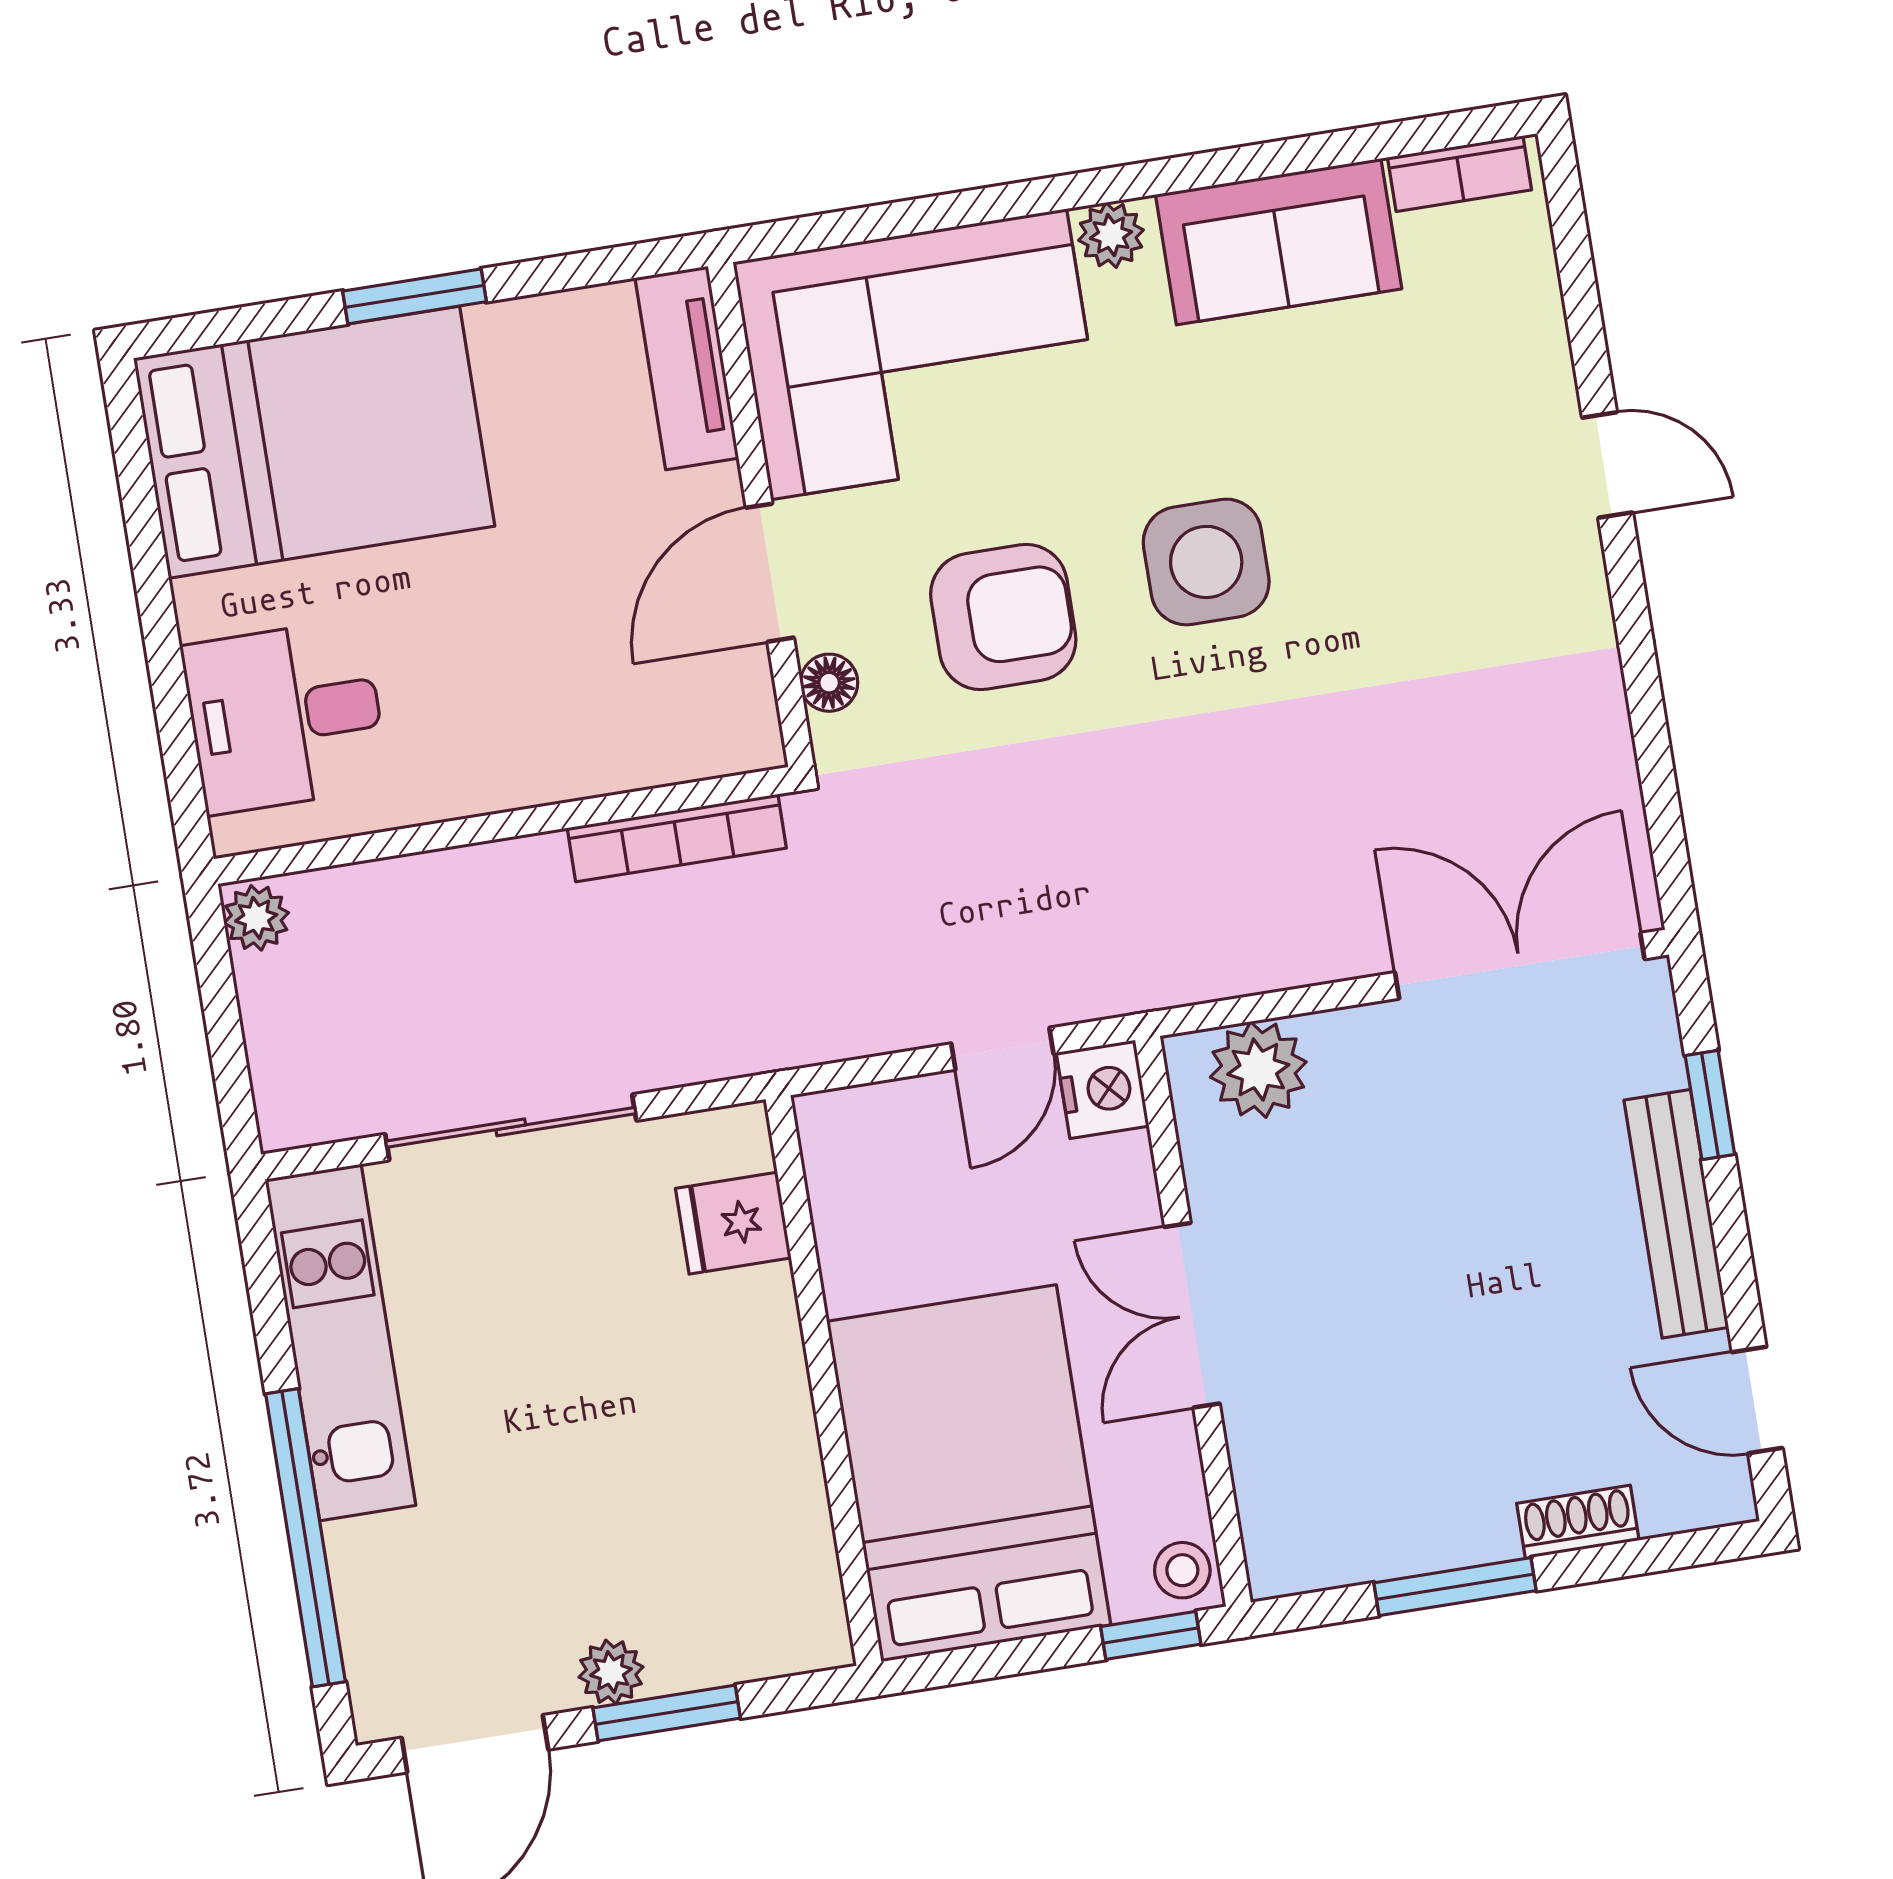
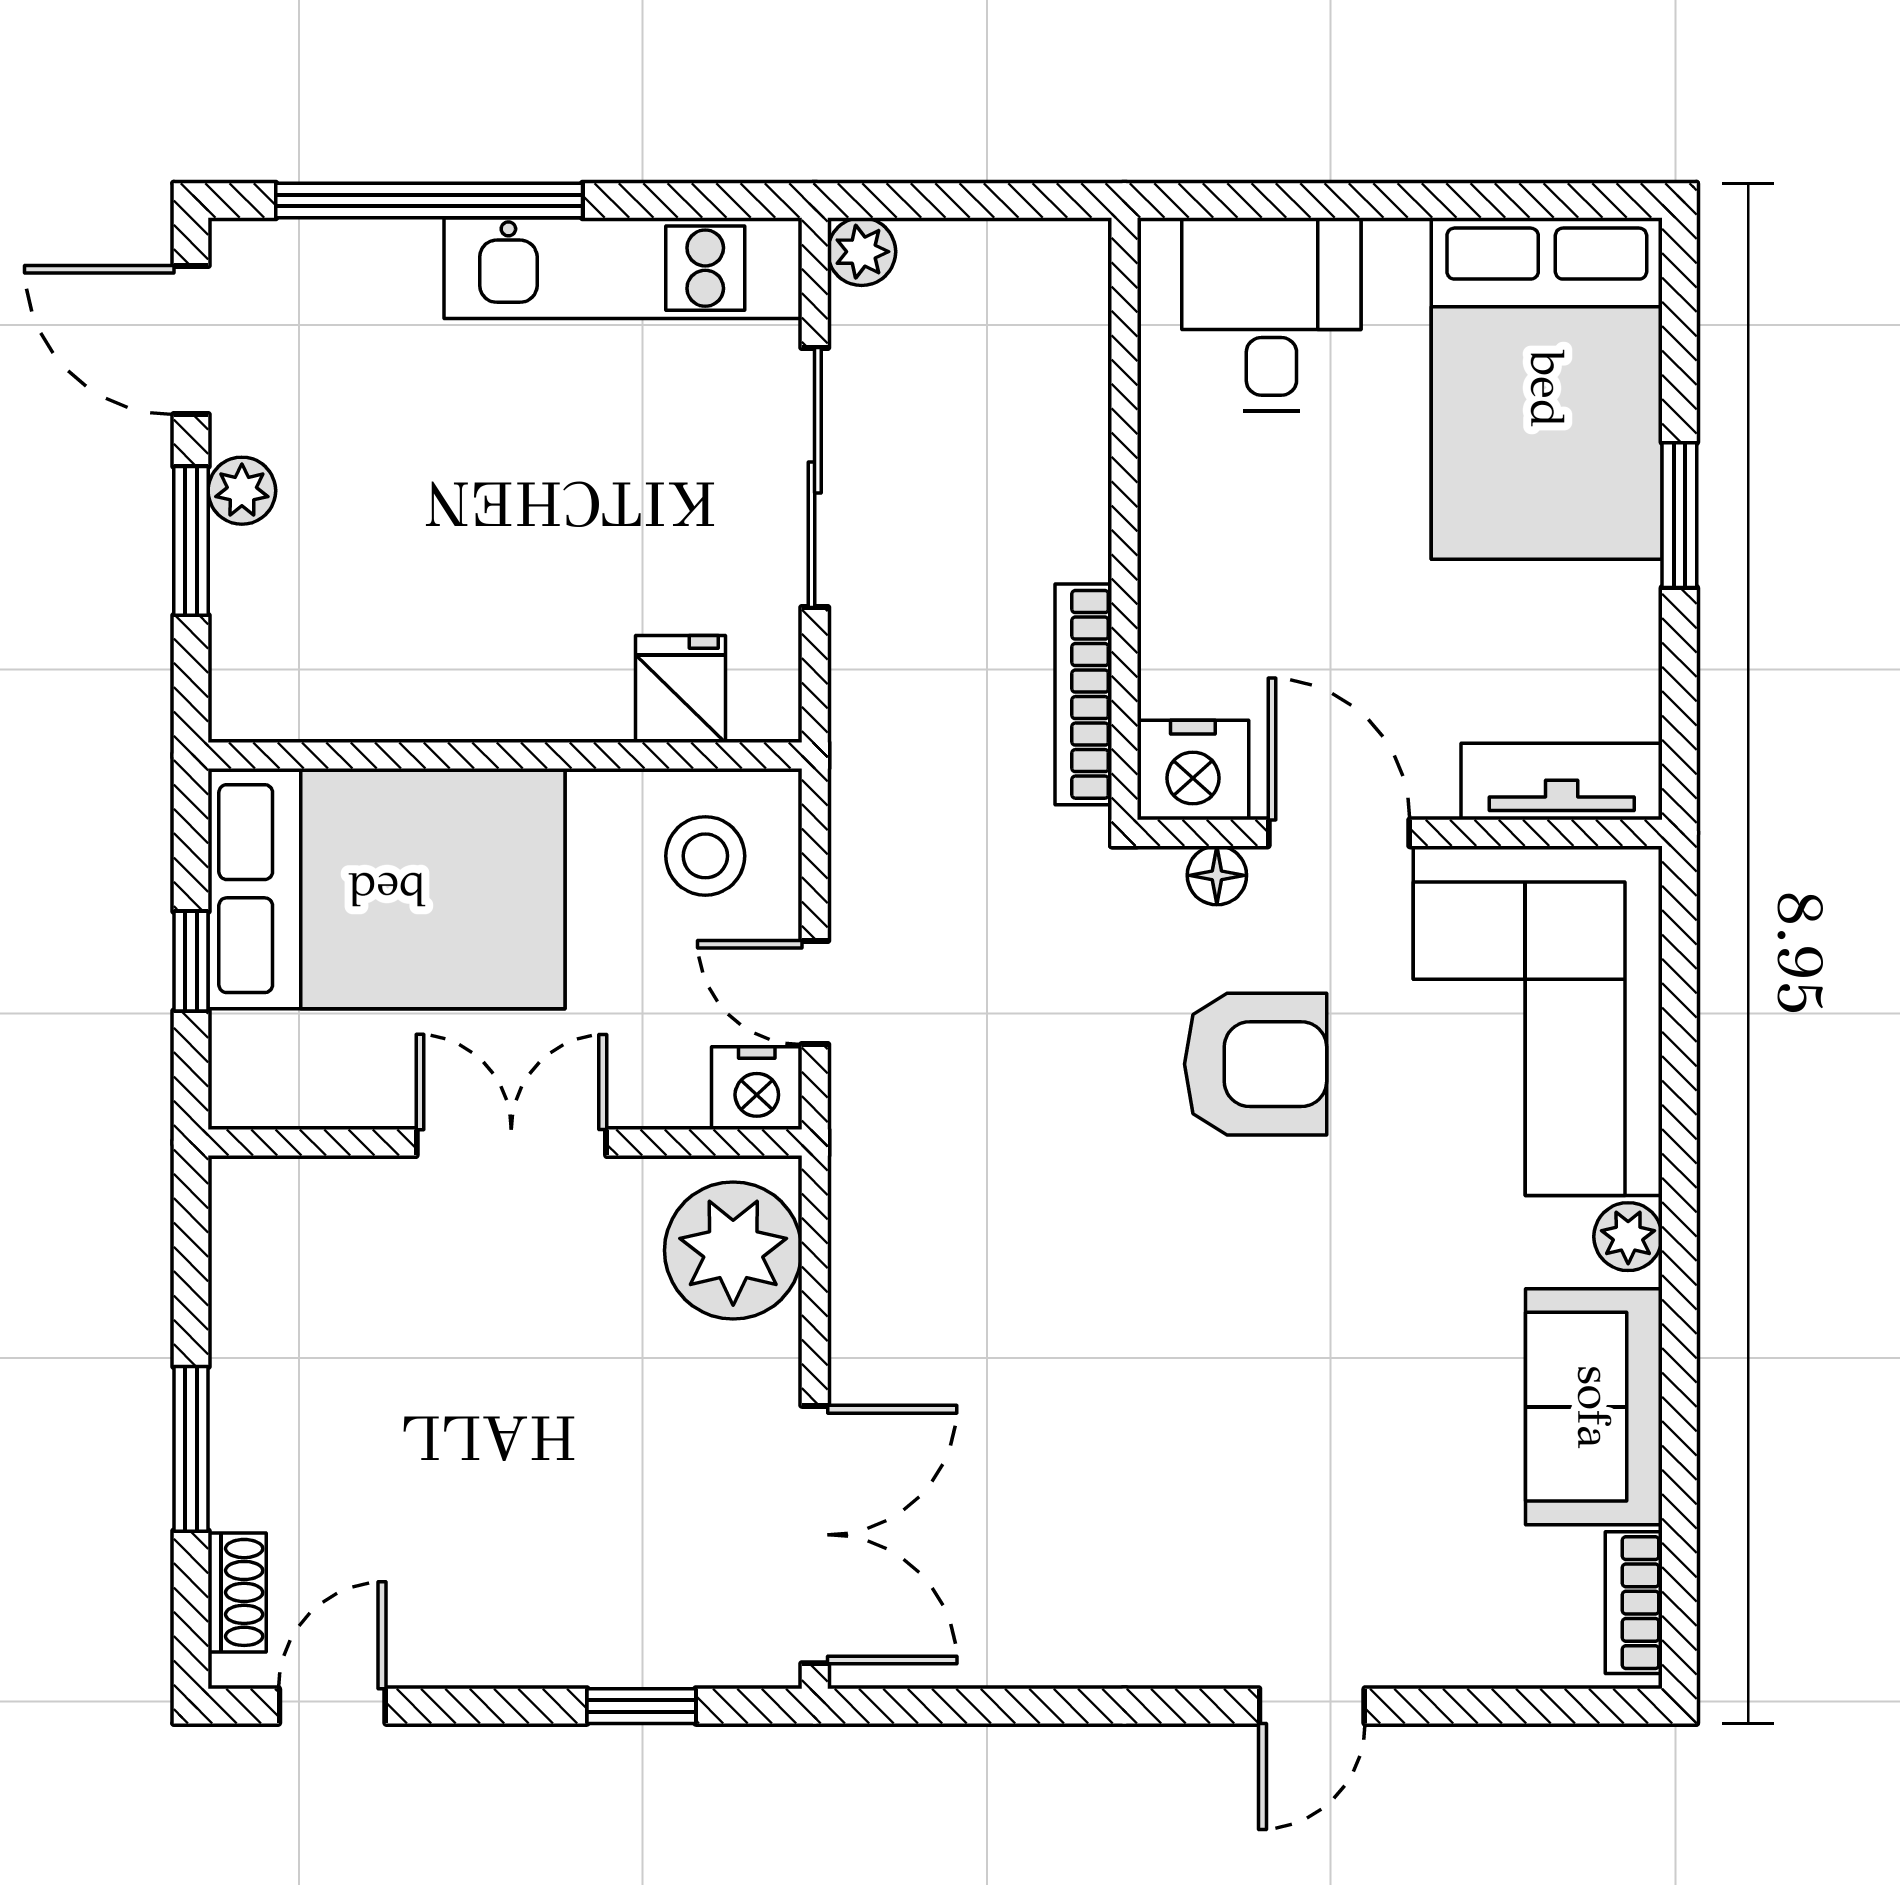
side table: (1206, 562) -> (1278, 1280), removed
armchair: (1003, 617) -> (1256, 1064), turned -90
nightstand: (732, 722) -> (1193, 770), added
plant: (256, 918) -> (862, 252), moved
plant: (1258, 1070) -> (733, 1250), width x1.36, depth x1.36
bench: (1676, 1214) -> (536, 1654), removed
shoe rack: (1578, 1522) -> (237, 1592), moved
stool: (1182, 1570) -> (705, 856), moved, width x1.37, depth x1.37
window: (1455, 1587) -> (191, 1449), moved
window: (1151, 1635) -> (191, 961), moved

